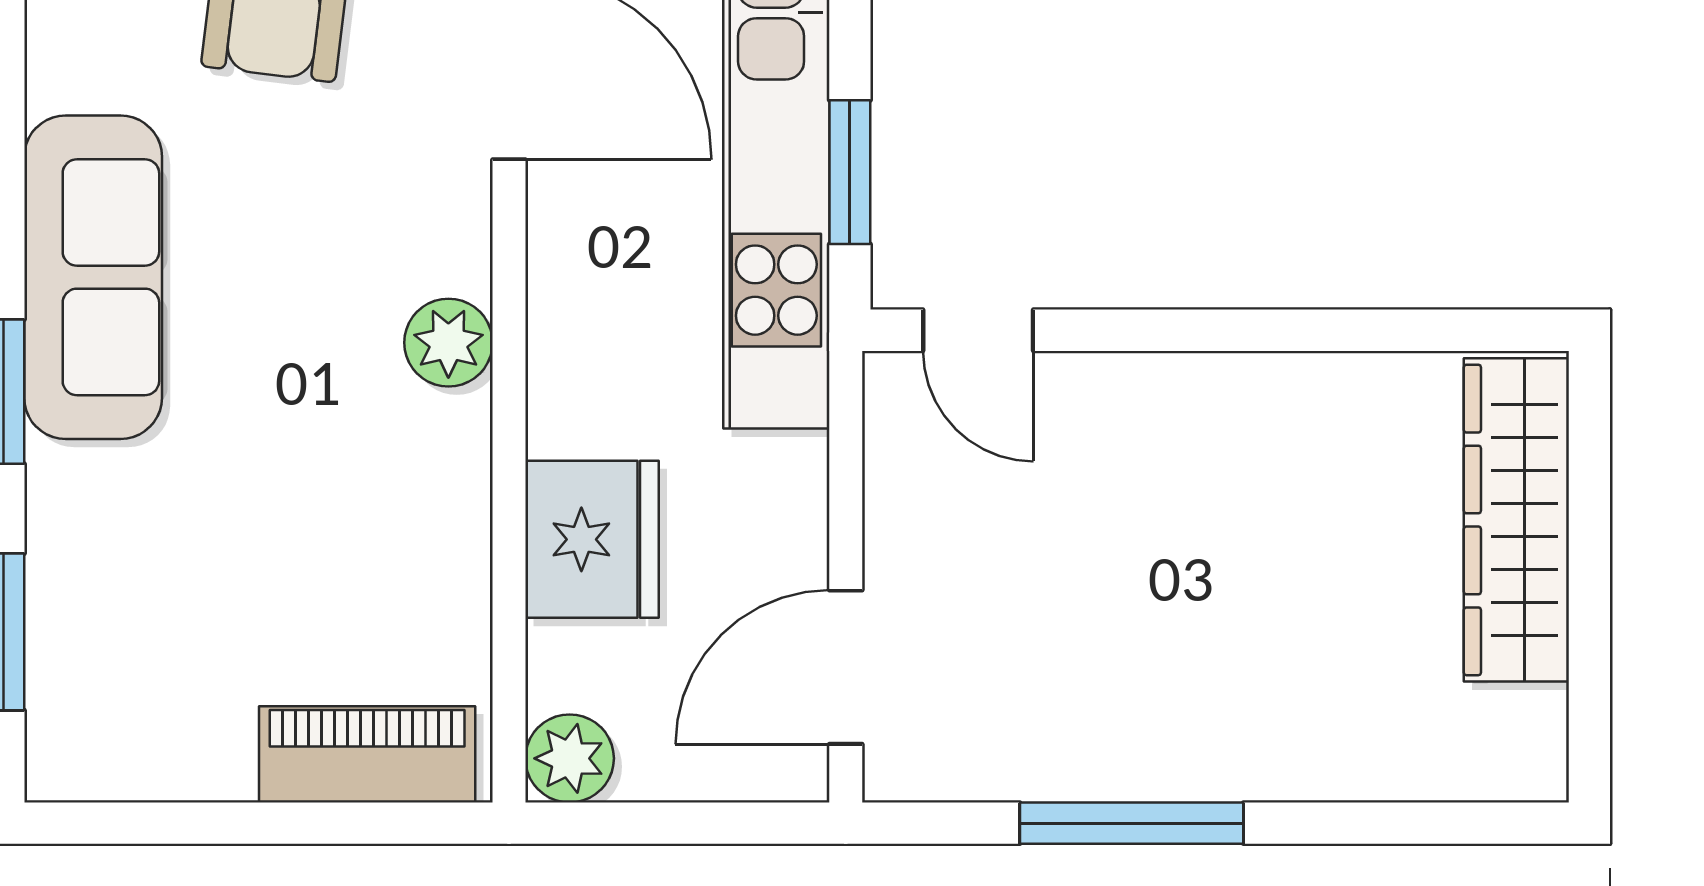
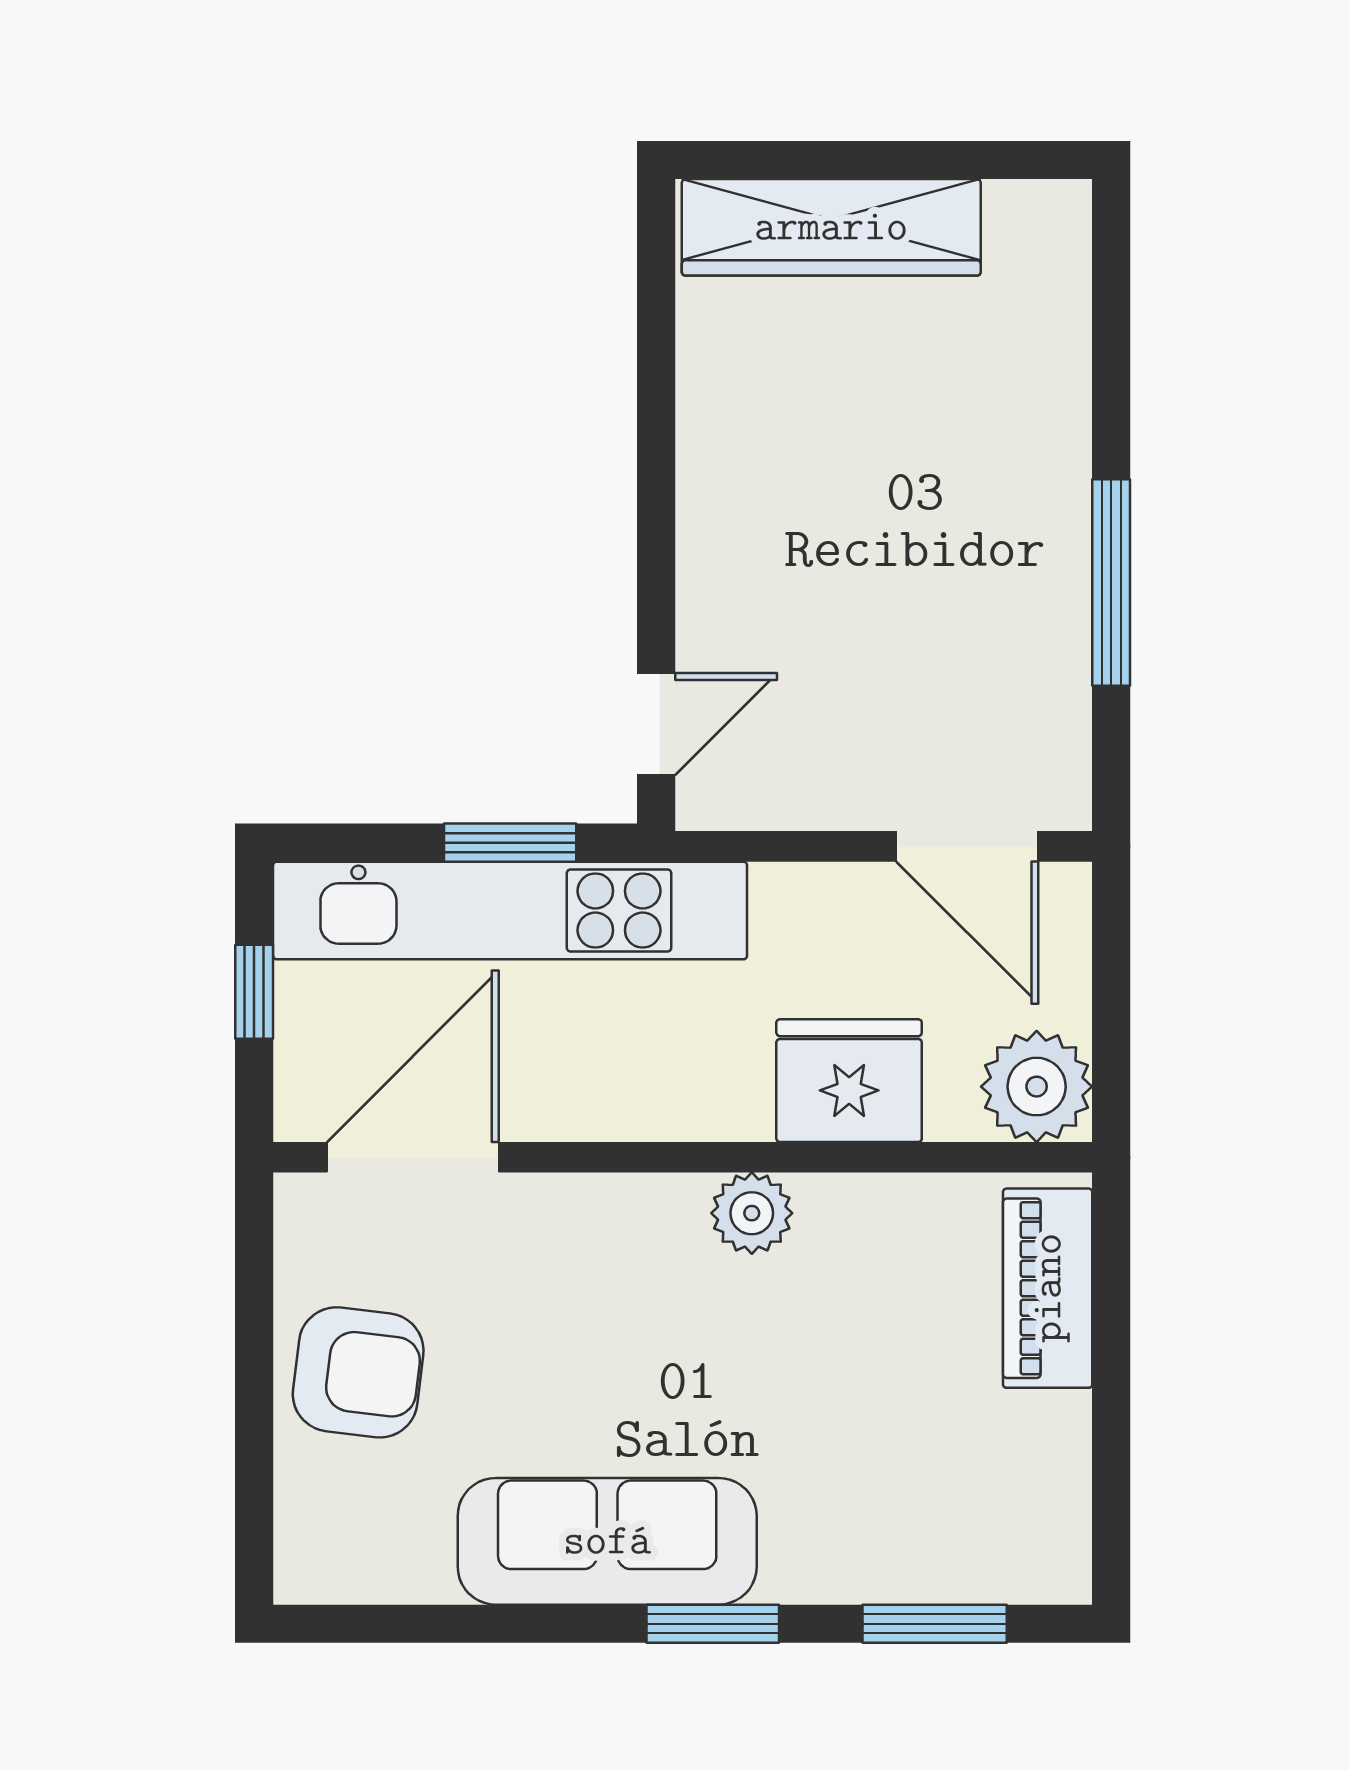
plant: (448, 343) -> (752, 1213), moved
plant: (570, 758) -> (1037, 1087), width x1.36, depth x1.36

